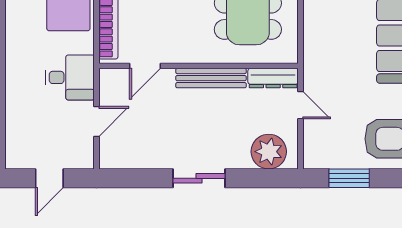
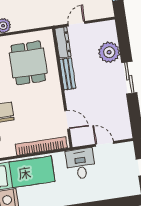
bench: (211, 78) -> (68, 74), width x0.73
plant: (269, 152) -> (109, 52), moved

